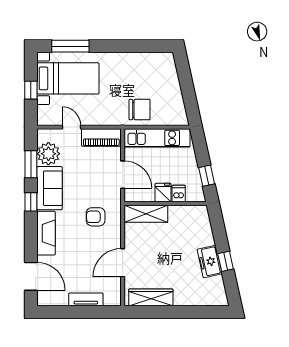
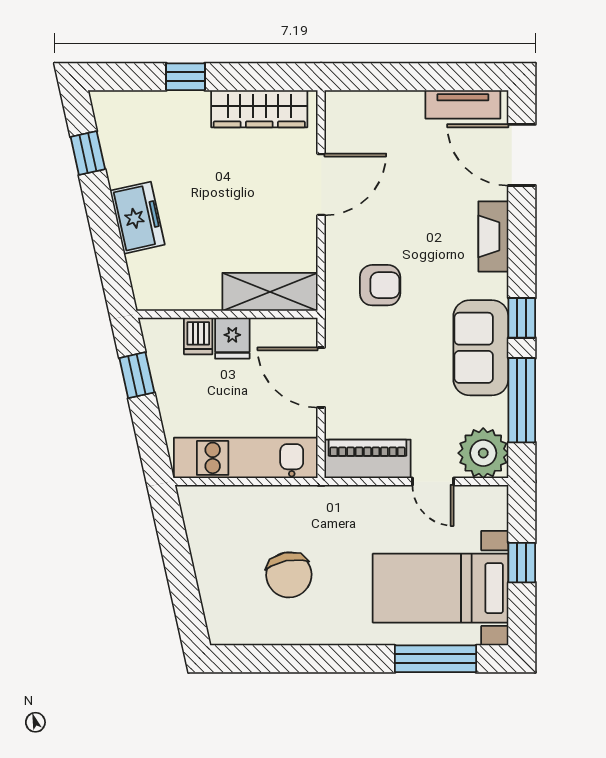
chair: (140, 110) -> (289, 575), moved, turned -101
plant: (48, 154) -> (483, 453), moved
window: (31, 164) -> (522, 400), width x1.44
fireplace: (46, 233) -> (493, 236), width x0.73, depth x0.76
window: (226, 261) -> (88, 153), moved
freezer: (210, 262) -> (137, 218), moved
tv unit: (86, 299) -> (463, 104), moved
window: (184, 312) -> (186, 77), added

